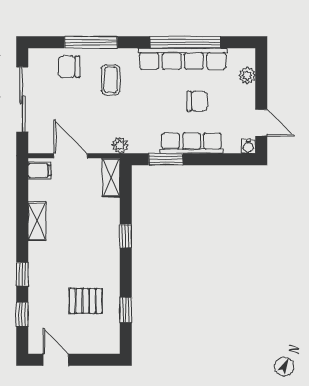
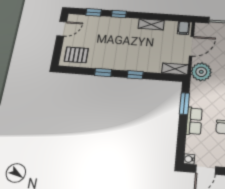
row of seats: (192, 143) -> (194, 121), width x0.68
plant: (120, 145) -> (201, 72), width x1.88, depth x1.88
pallet: (86, 301) -> (76, 55), moved, turned 90
window: (126, 310) -> (103, 72), moved

